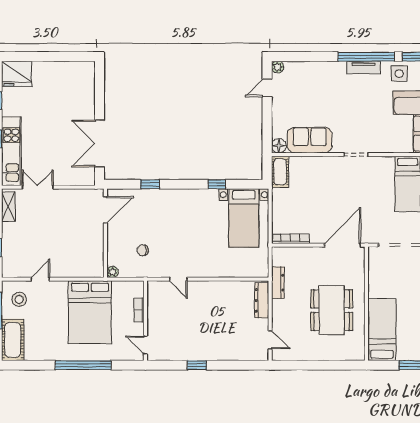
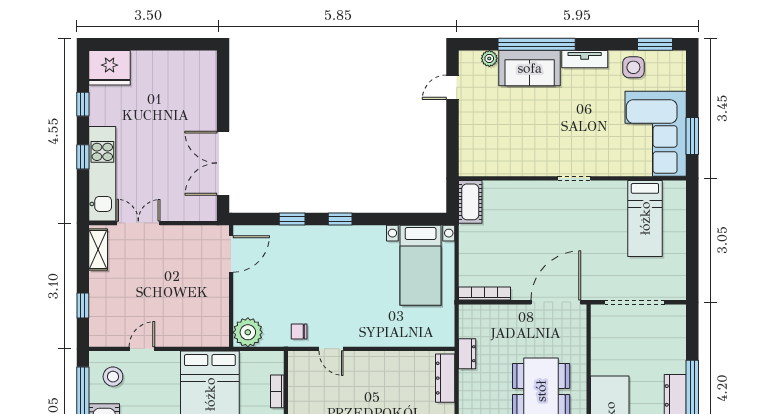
window: (366, 57) -> (537, 44), moved
plant: (278, 67) -> (489, 58), moved
sofa: (310, 140) -> (530, 68), moved, turned 180
floor lamp: (279, 146) -> (469, 166), removed
window: (217, 184) -> (340, 219), moved
chair: (143, 250) -> (299, 332), moved
plant: (113, 272) -> (248, 332), width x1.87, depth x1.87
dresser: (278, 283) -> (467, 354), width x0.70

